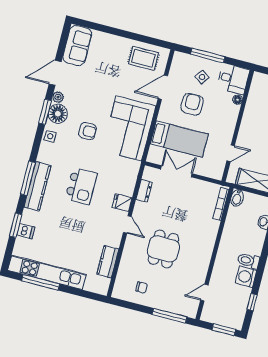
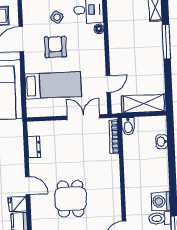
double door: (176, 171) -> (83, 117), moved
fridge: (122, 203) -> (17, 204), moved
toilet: (249, 261) -> (160, 218), moved

